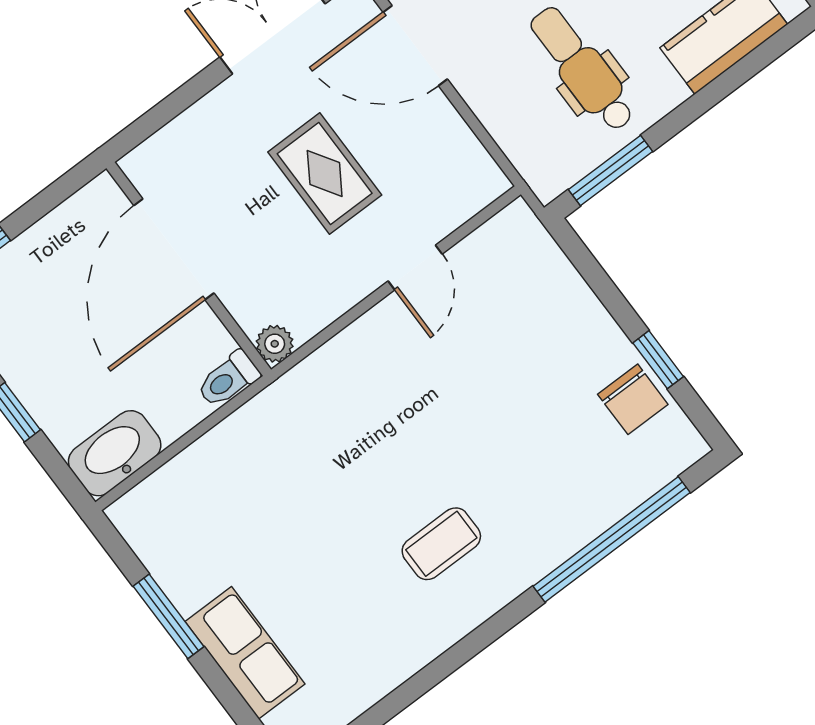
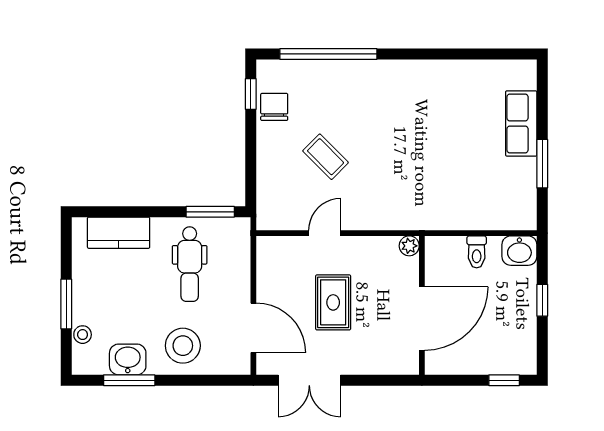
window: (658, 360) -> (251, 94), moved
toilet: (228, 379) -> (477, 252), moved, turned 90
washbasin: (115, 453) -> (519, 251), width x0.72
coffee table: (441, 544) -> (326, 157), moved, turned 45

